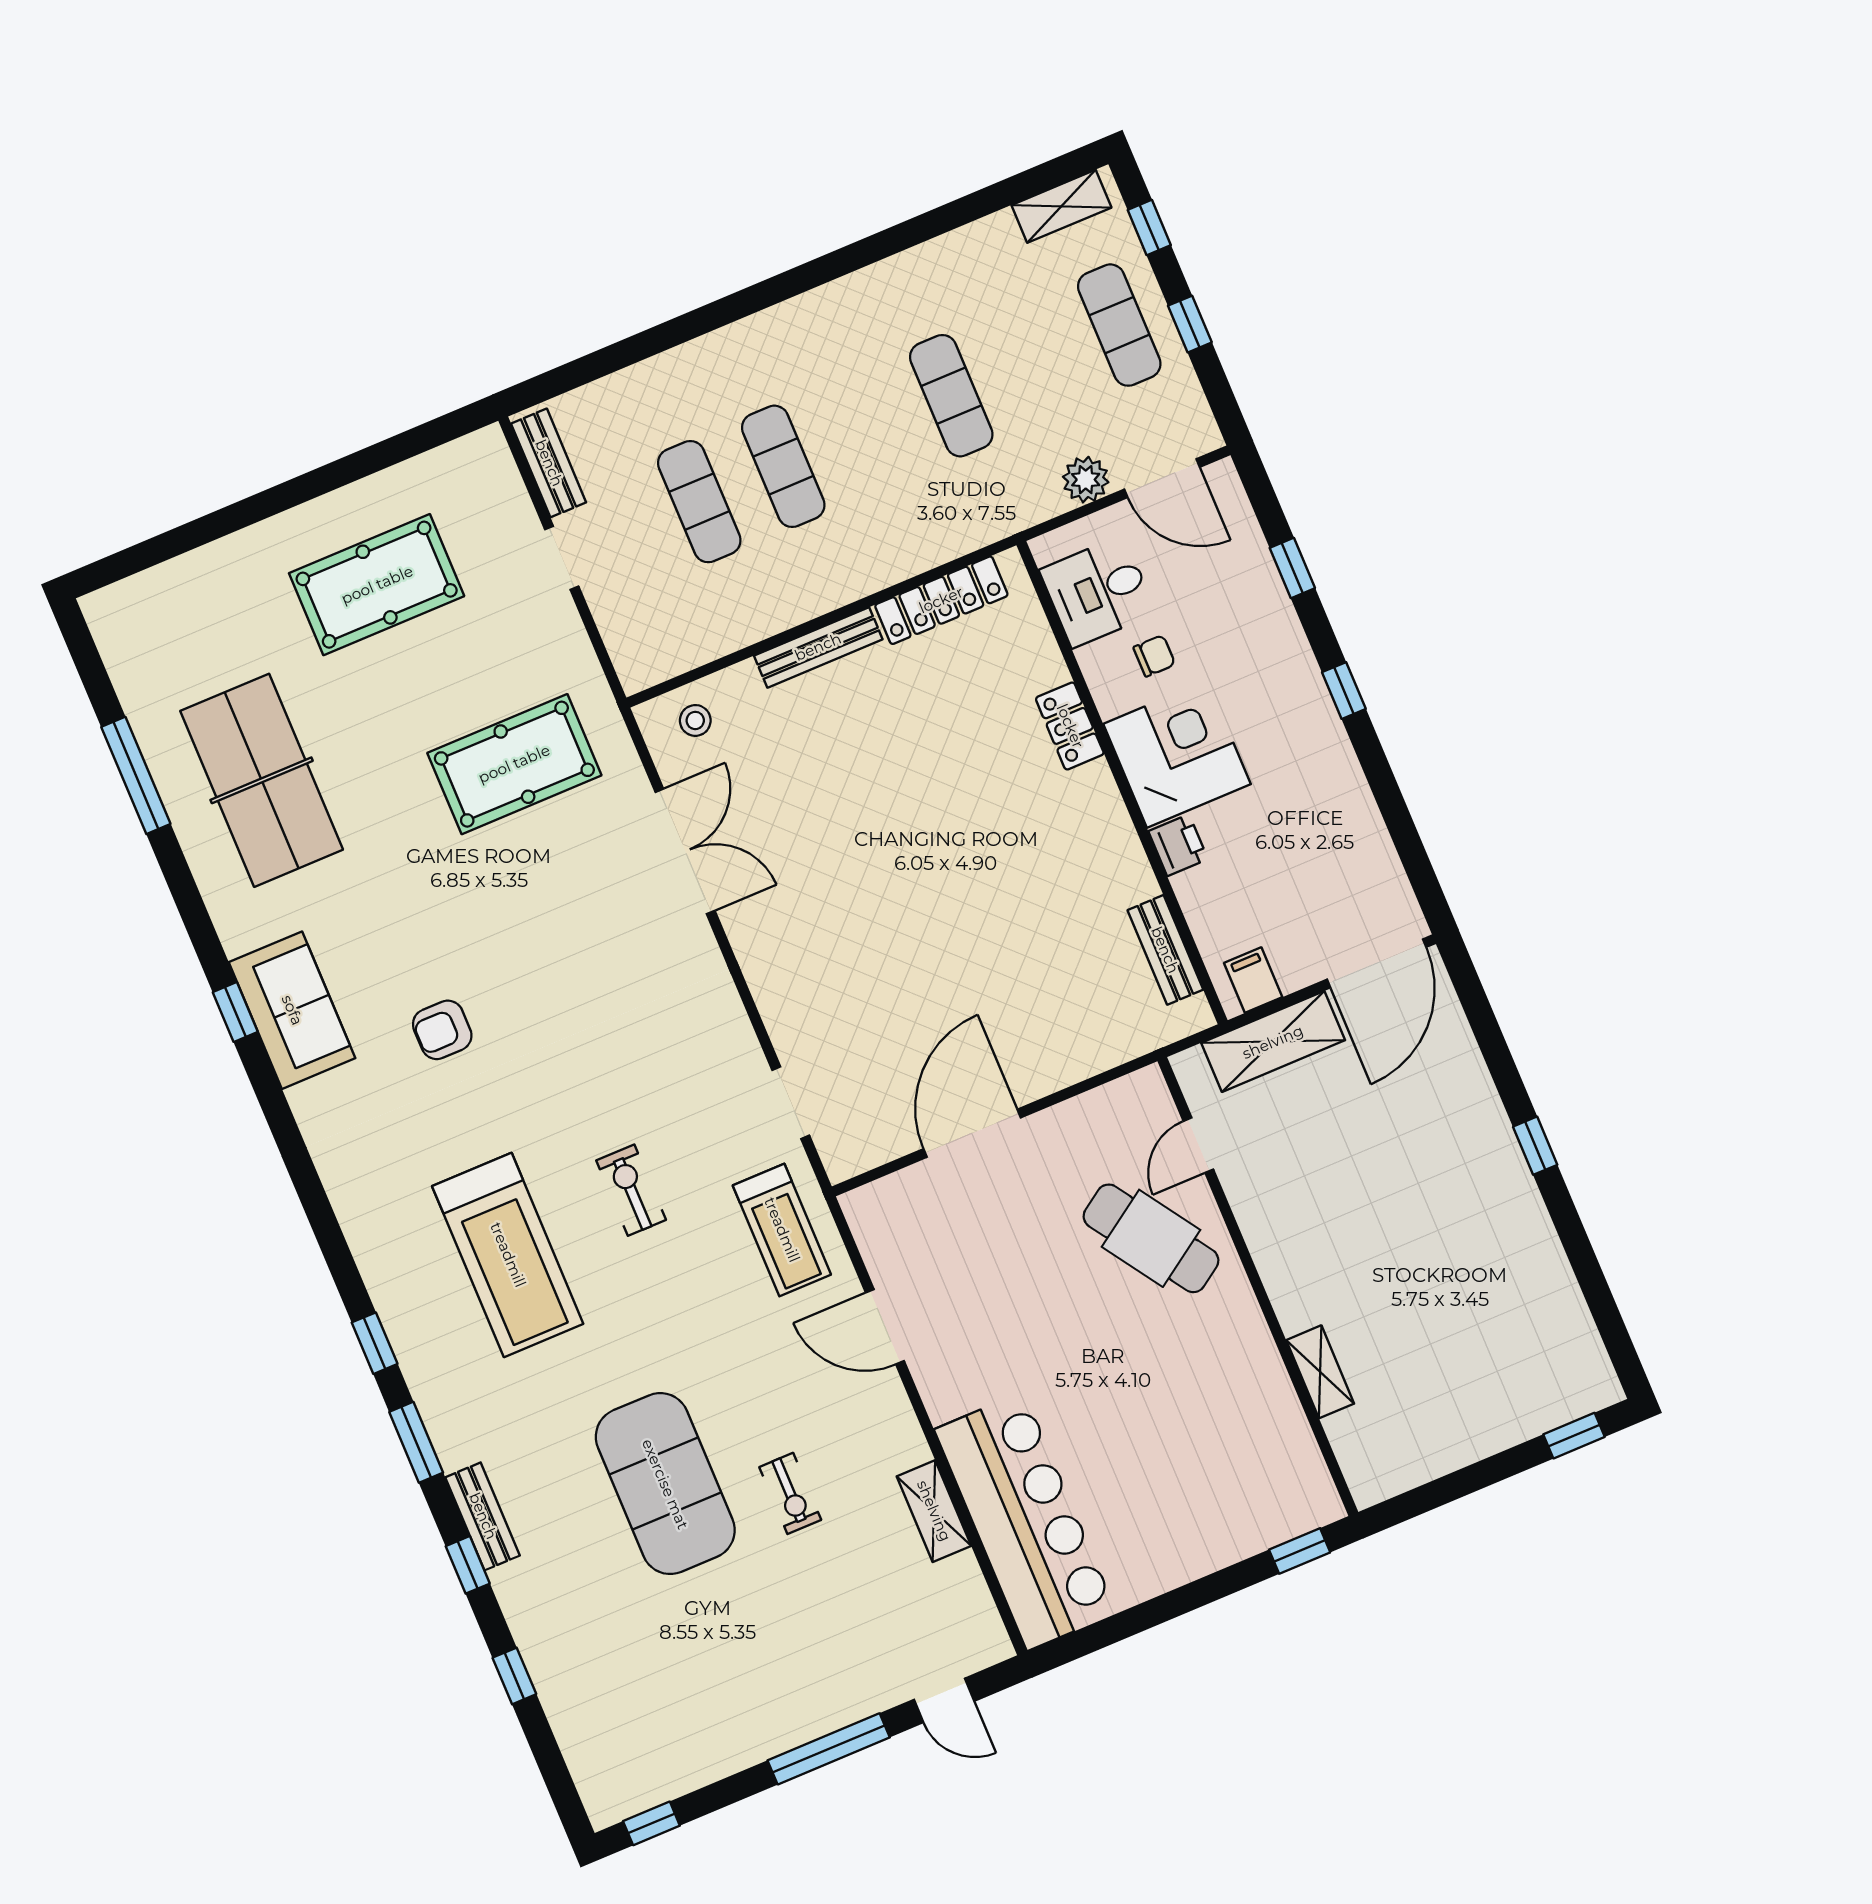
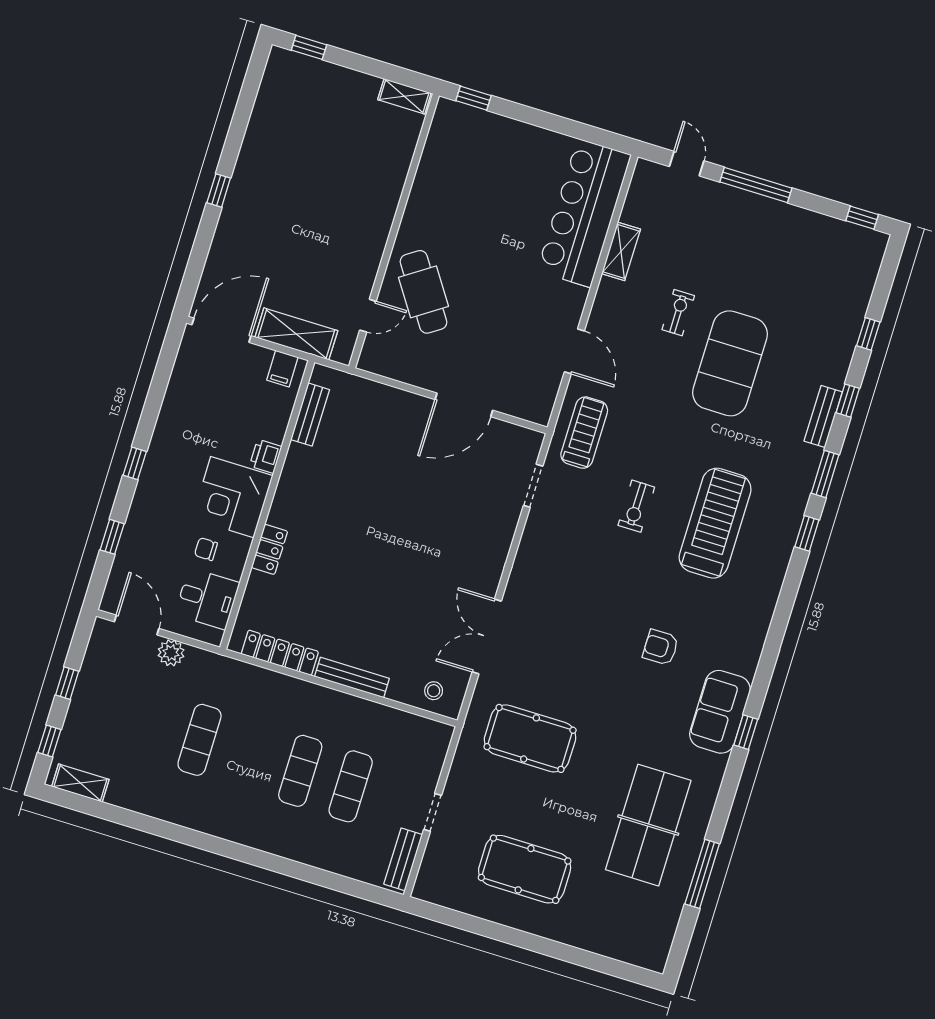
exercise mat: (1119, 325) -> (99, 709), removed
armchair: (442, 1030) -> (661, 647), turned 180
shelving: (1320, 1372) -> (404, 96), moved, turned 90

